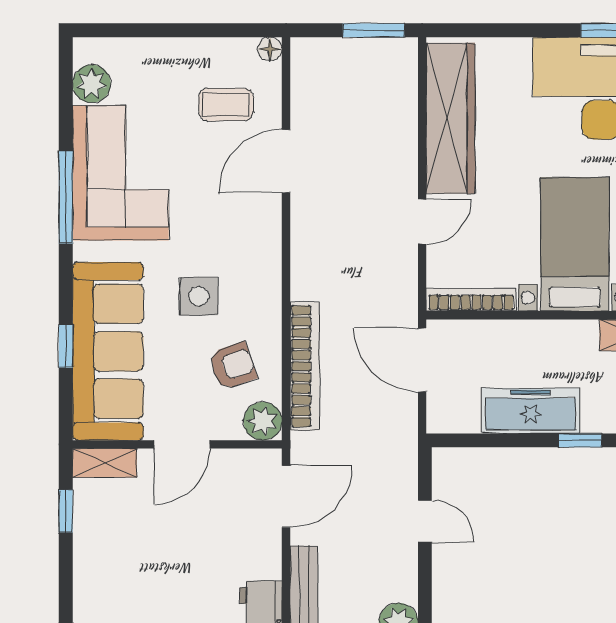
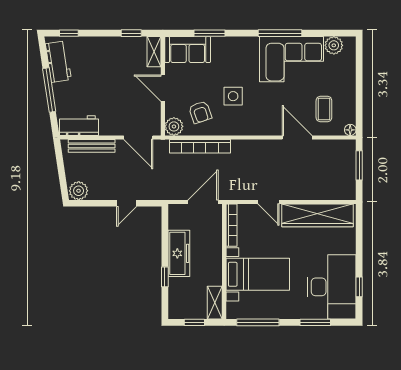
window: (374, 30) -> (359, 165), moved
window: (66, 346) -> (210, 33), width x1.50
sofa: (108, 351) -> (188, 50), width x0.54, depth x0.79

